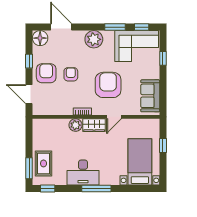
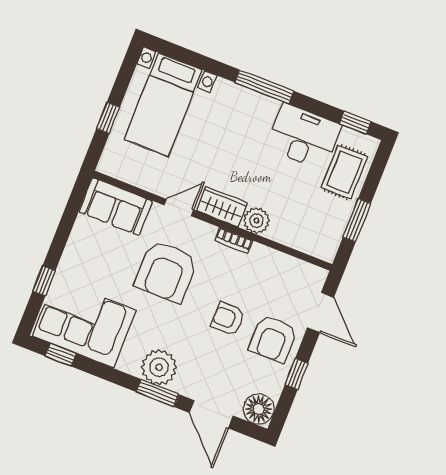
window: (115, 27) -> (157, 393), moved
armchair: (71, 74) -> (228, 319), turned 90
sofa: (150, 96) -> (116, 206), moved, turned 90
window: (29, 168) -> (357, 220), moved
desk: (83, 172) -> (304, 137), moved

